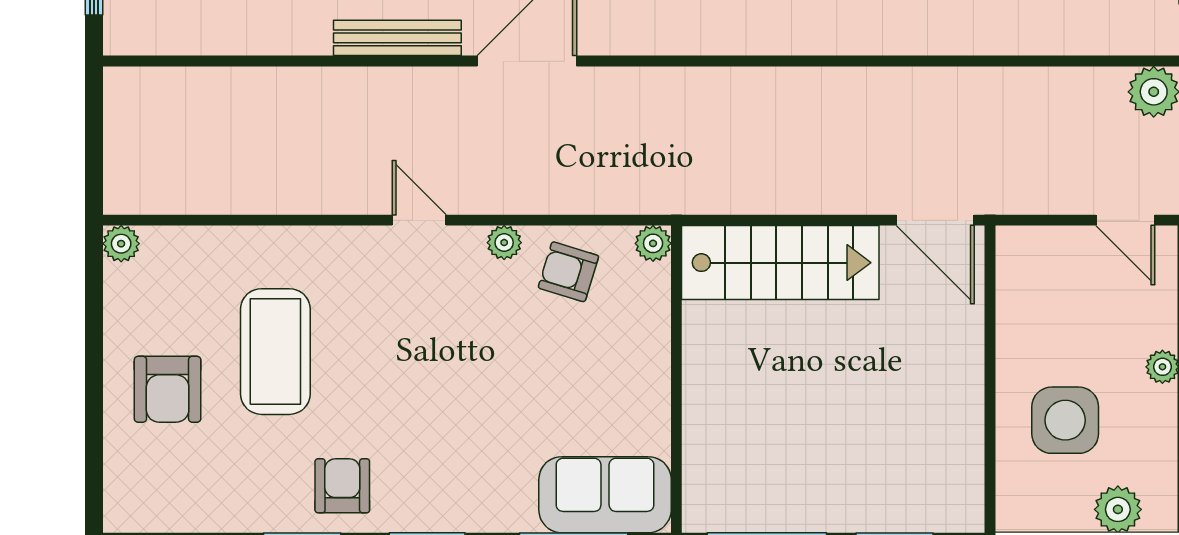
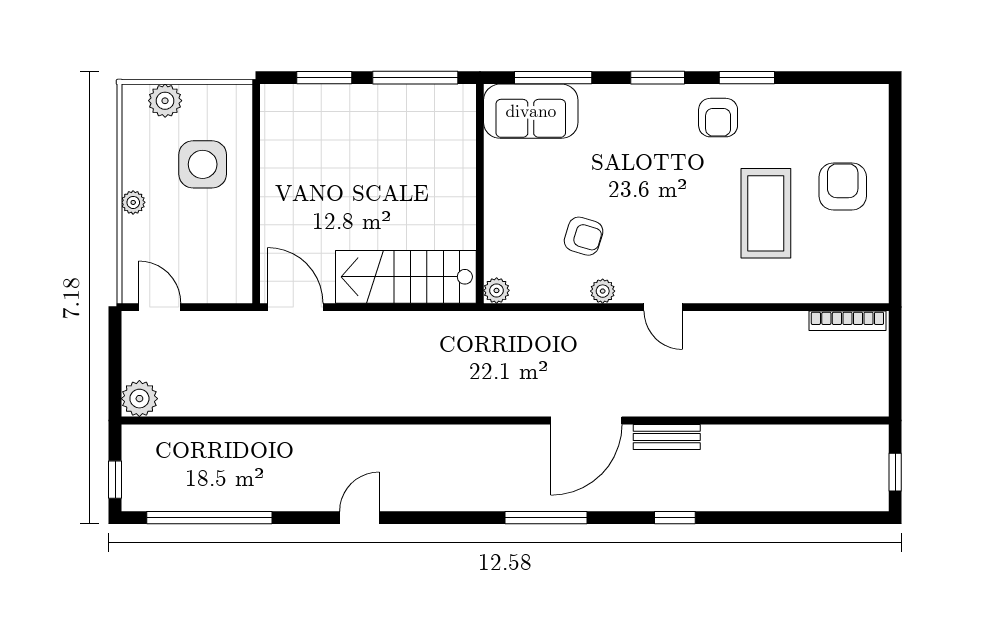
bench: (397, 38) -> (667, 437), width x0.73
bookcase: (161, 201) -> (847, 321), added
plant: (121, 244) -> (876, 290), removed
armchair: (568, 272) -> (584, 236), moved

